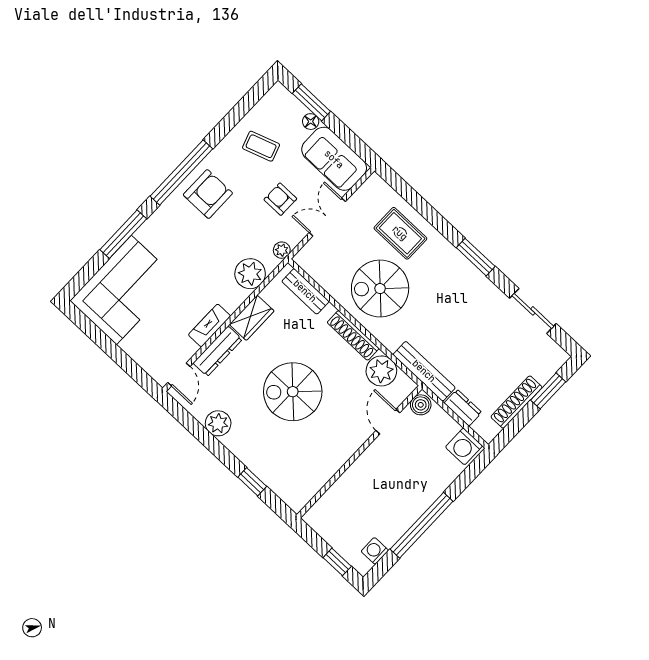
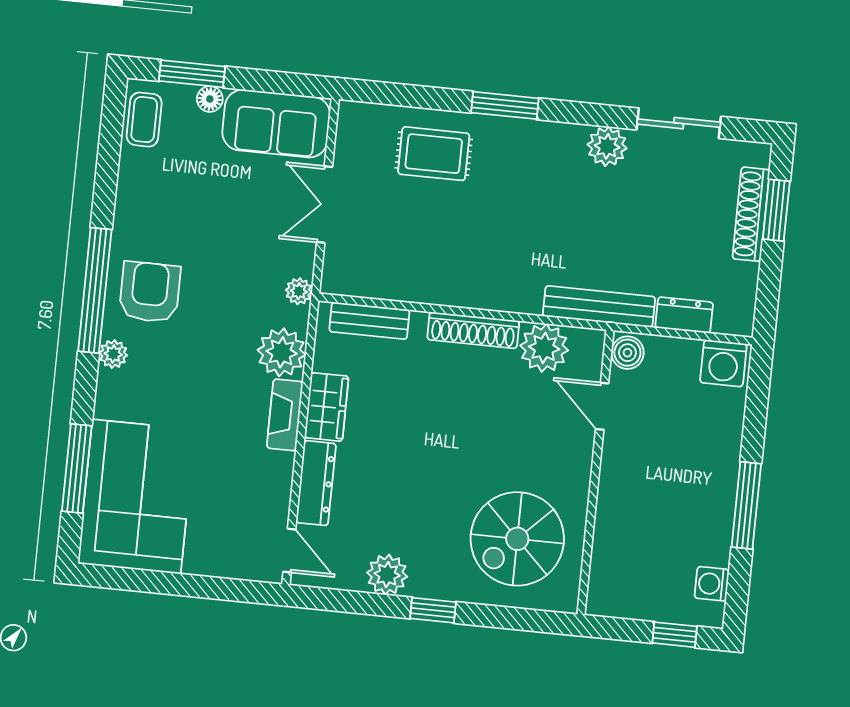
coffee table: (261, 146) -> (144, 120), moved, turned -71
armchair: (280, 199) -> (247, 228), removed
plant: (166, 211) -> (113, 354), added
window: (123, 234) -> (77, 469), moved
window: (476, 257) -> (505, 105), moved
spiral stairs: (380, 289) -> (462, 244), removed
plant: (489, 295) -> (607, 146), added
fireplace: (209, 325) -> (285, 415), moved
spiral stairs: (293, 392) -> (517, 539), moved
shoe rack: (516, 402) -> (751, 214), moved
window: (252, 482) -> (433, 610), moved
window: (422, 525) -> (746, 505), width x0.68

